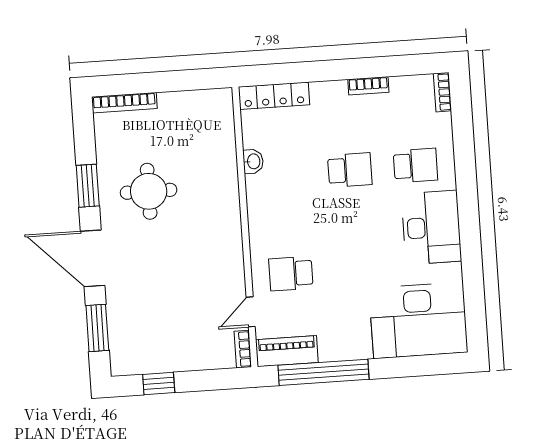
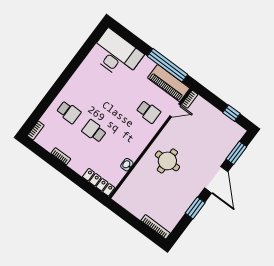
school desk: (415, 165) -> (69, 112), turned 180
round table: (149, 191) -> (167, 161), moved
desk: (431, 227) -> (82, 84), removed
piano: (287, 351) -> (169, 83), width x1.37, depth x1.33

